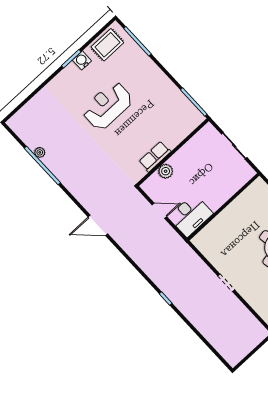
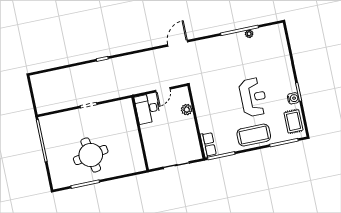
coffee table: (149, 80) -> (254, 135), added
row of seats: (155, 157) -> (208, 145), moved

